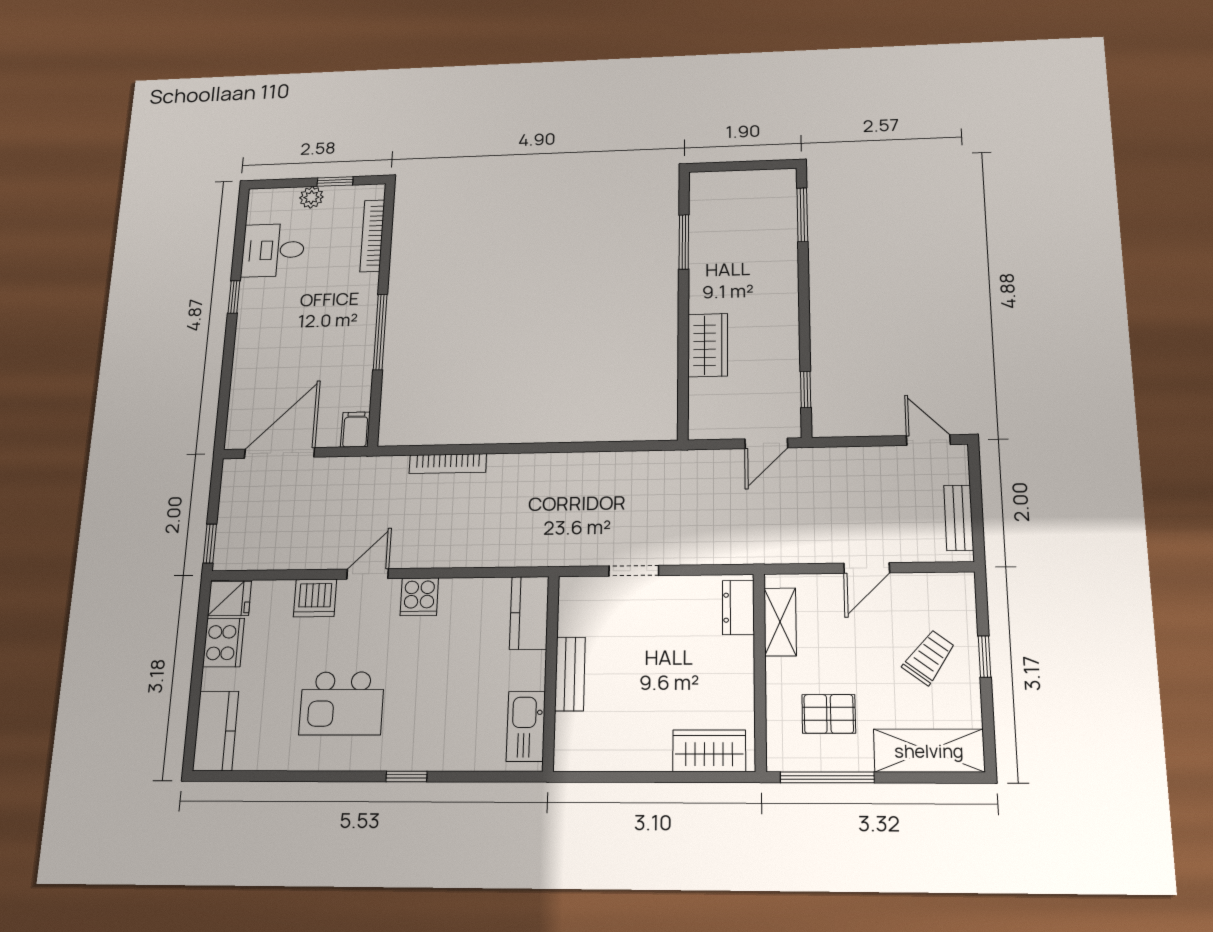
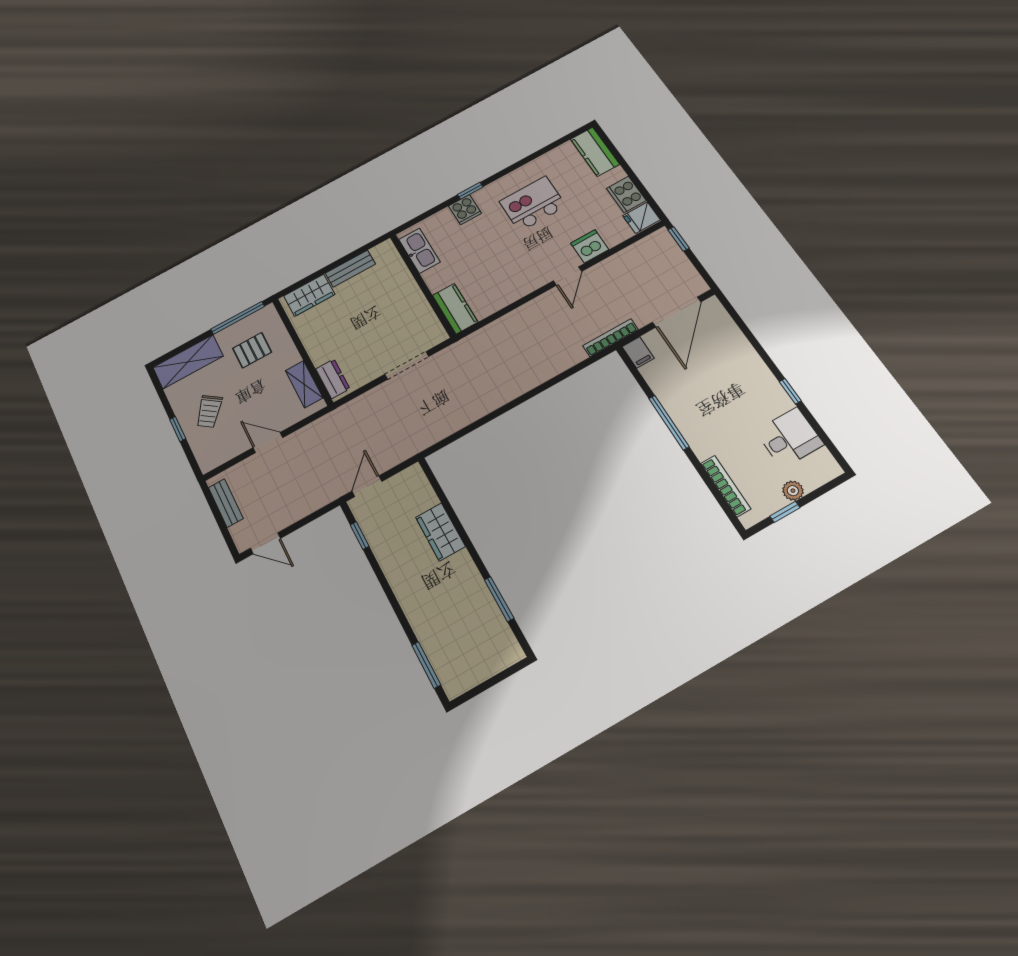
bookcase: (448, 464) -> (611, 338), moved
door: (867, 568) -> (268, 443), hinge flipped
doorway: (634, 571) -> (407, 365), width x1.38
cooker: (419, 597) -> (465, 210), moved, turned 180
bench: (570, 674) -> (350, 269), moved, turned 90

